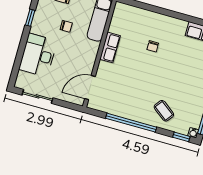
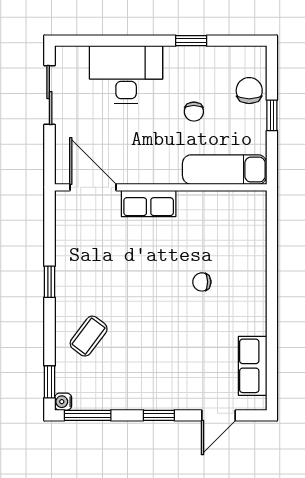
row of seats: (110, 47) -> (149, 203), moved
window: (131, 123) -> (49, 282), width x0.32

